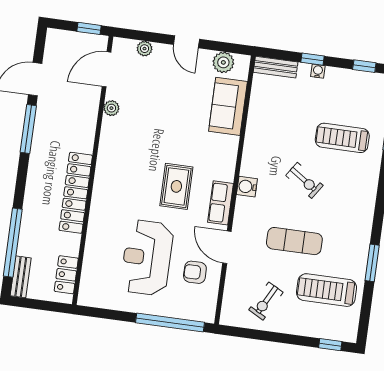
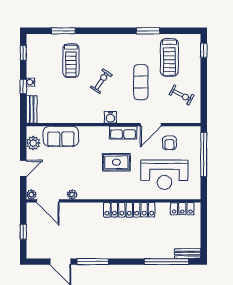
door: (107, 69) -> (48, 201), moved
plant: (111, 108) -> (72, 194), moved
wall: (93, 170) -> (114, 201), moved
locker: (76, 193) -> (129, 210), moved
locker: (66, 275) -> (182, 209), moved

